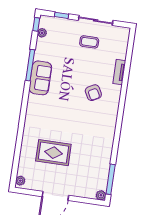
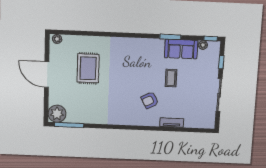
coffee table: (89, 42) -> (171, 78), moved
window: (30, 65) -> (170, 37), width x0.69
sofa: (40, 78) -> (181, 49), moved
plant: (101, 195) -> (57, 114), width x1.87, depth x1.87

